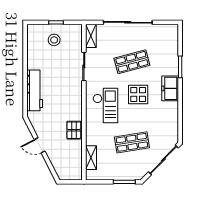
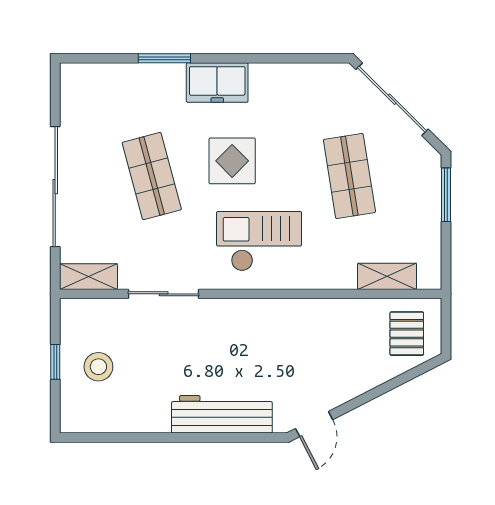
pallet: (74, 130) -> (407, 334), moved, turned 90
door: (40, 145) -> (314, 424), moved

